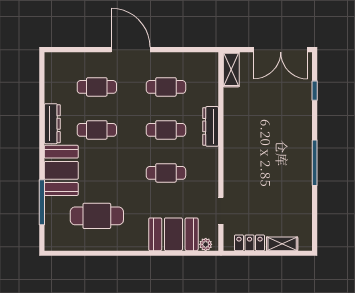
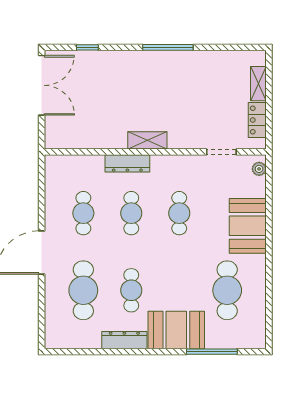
shelving: (231, 69) -> (147, 140), moved
cafe table: (97, 87) -> (83, 290), width x1.37, depth x1.35
booth: (173, 234) -> (248, 226), moved

